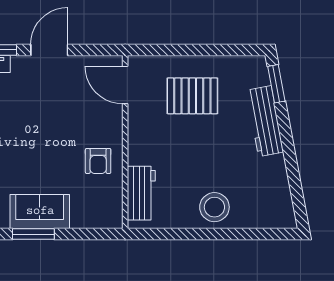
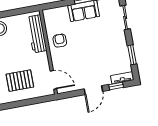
workbench: (141, 193) -> (37, 34), width x1.38

